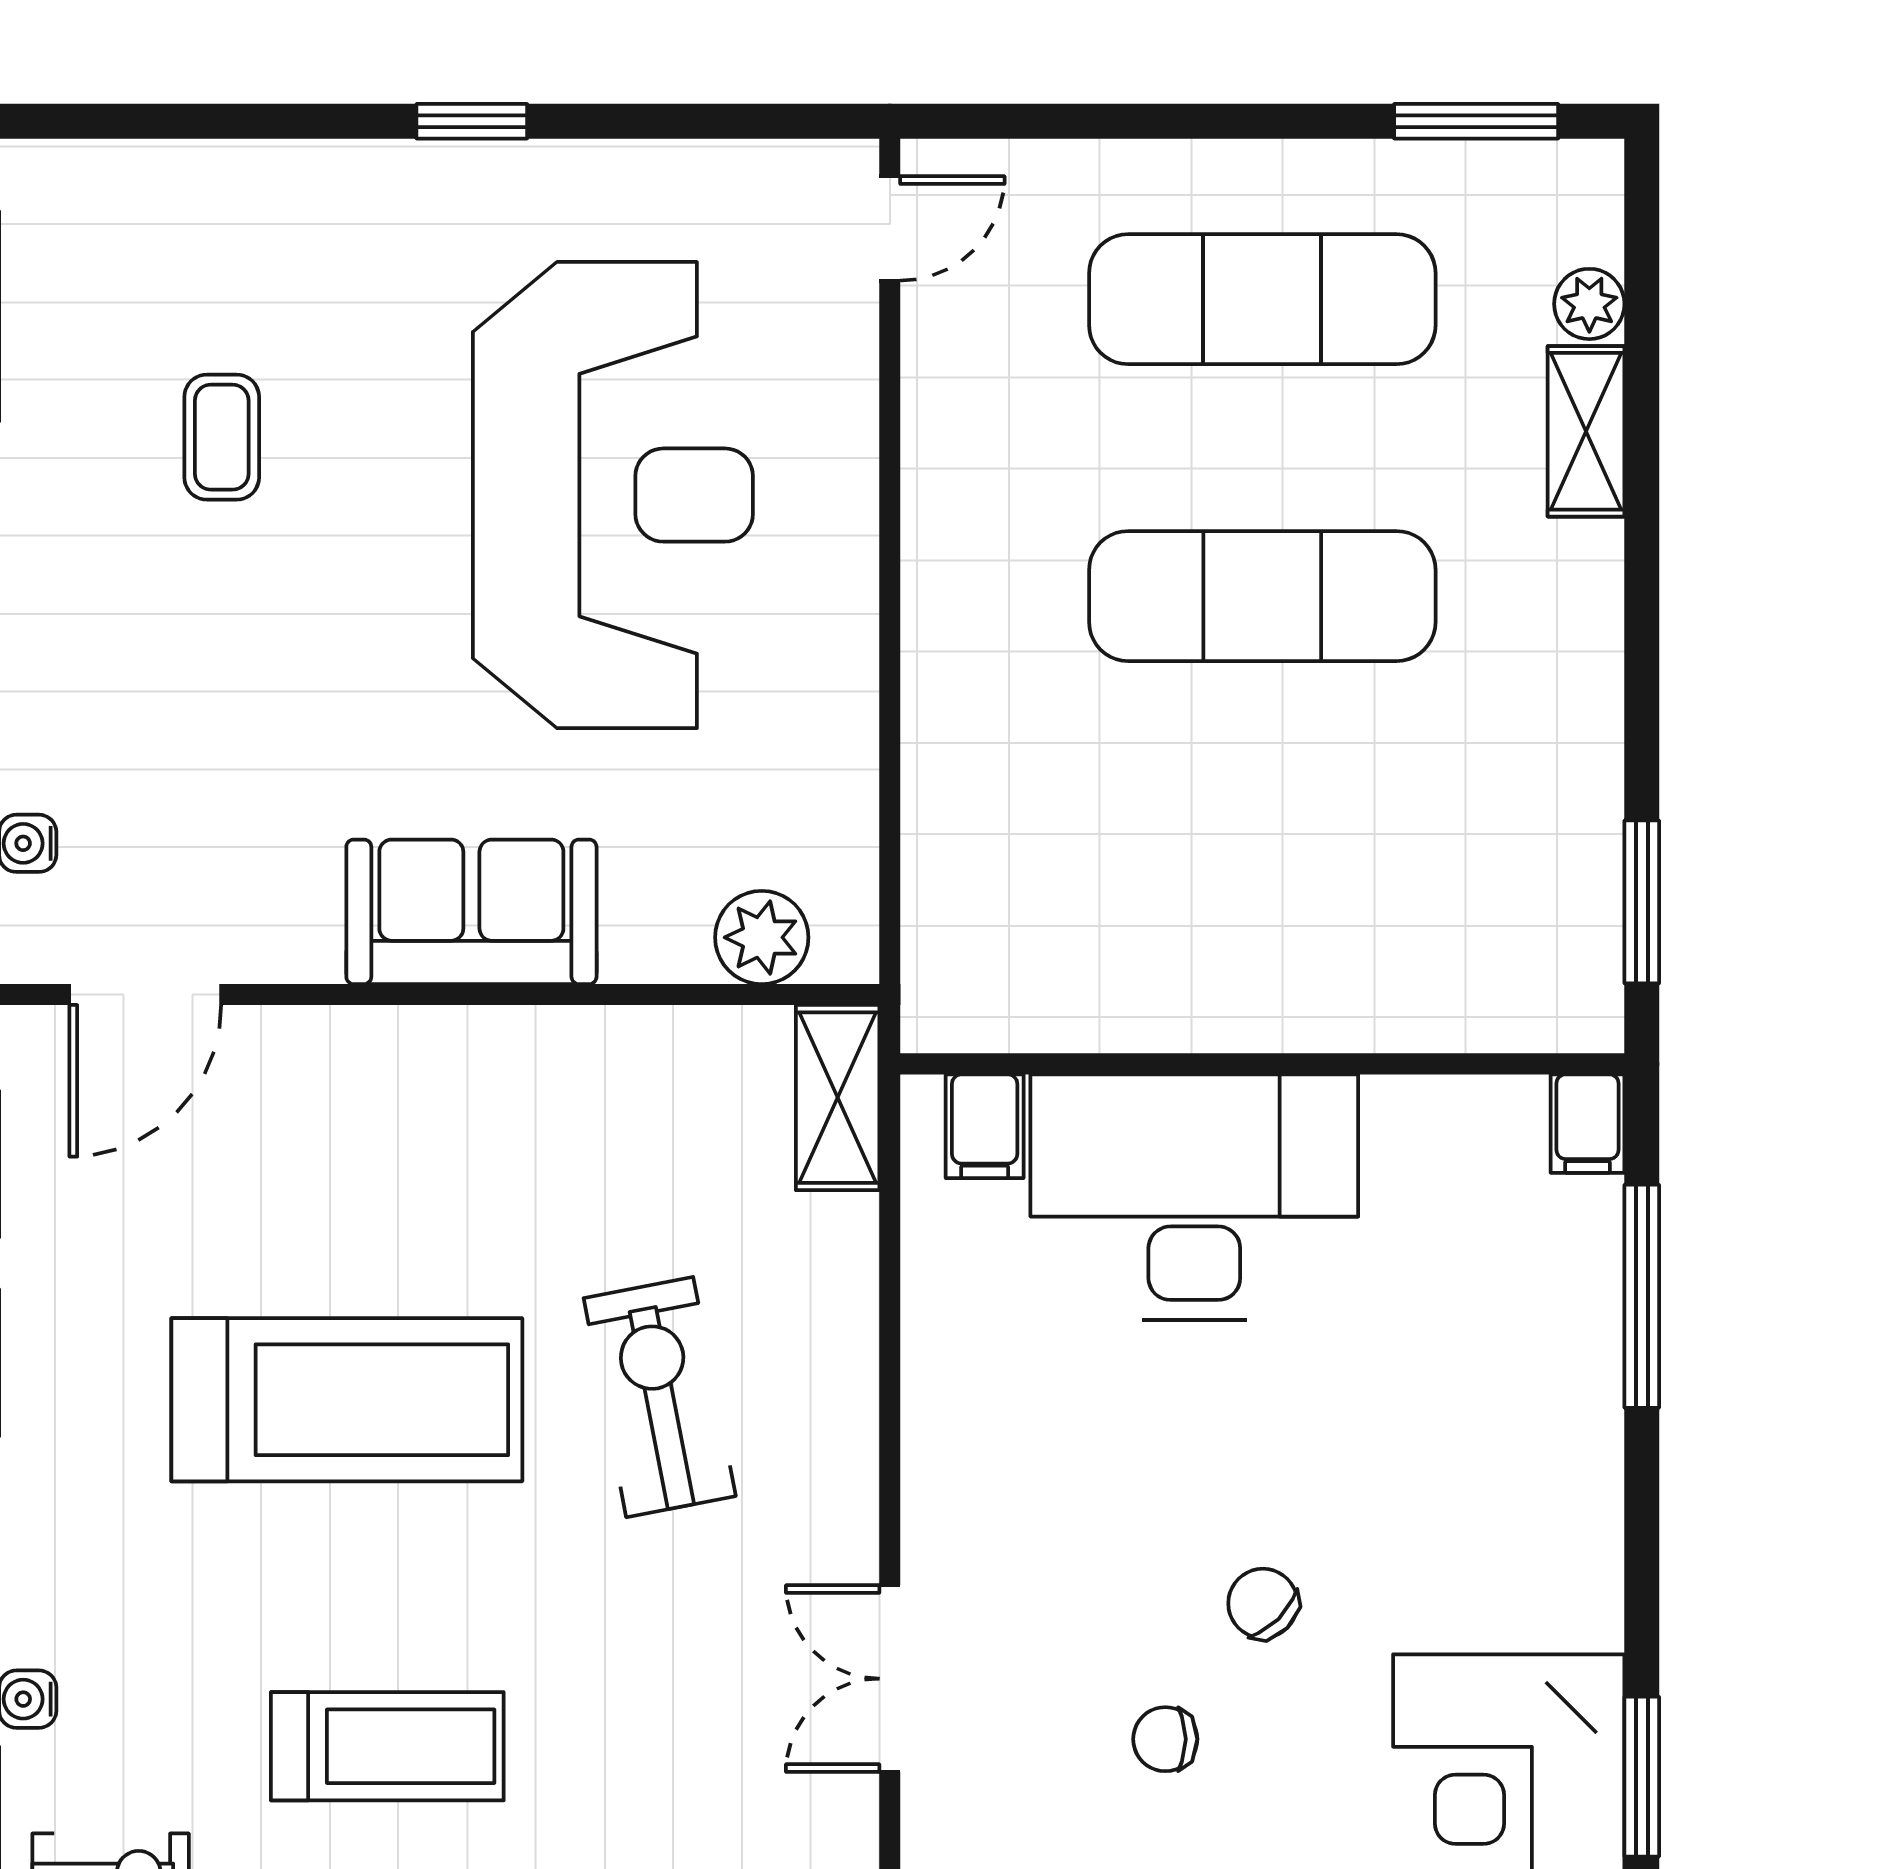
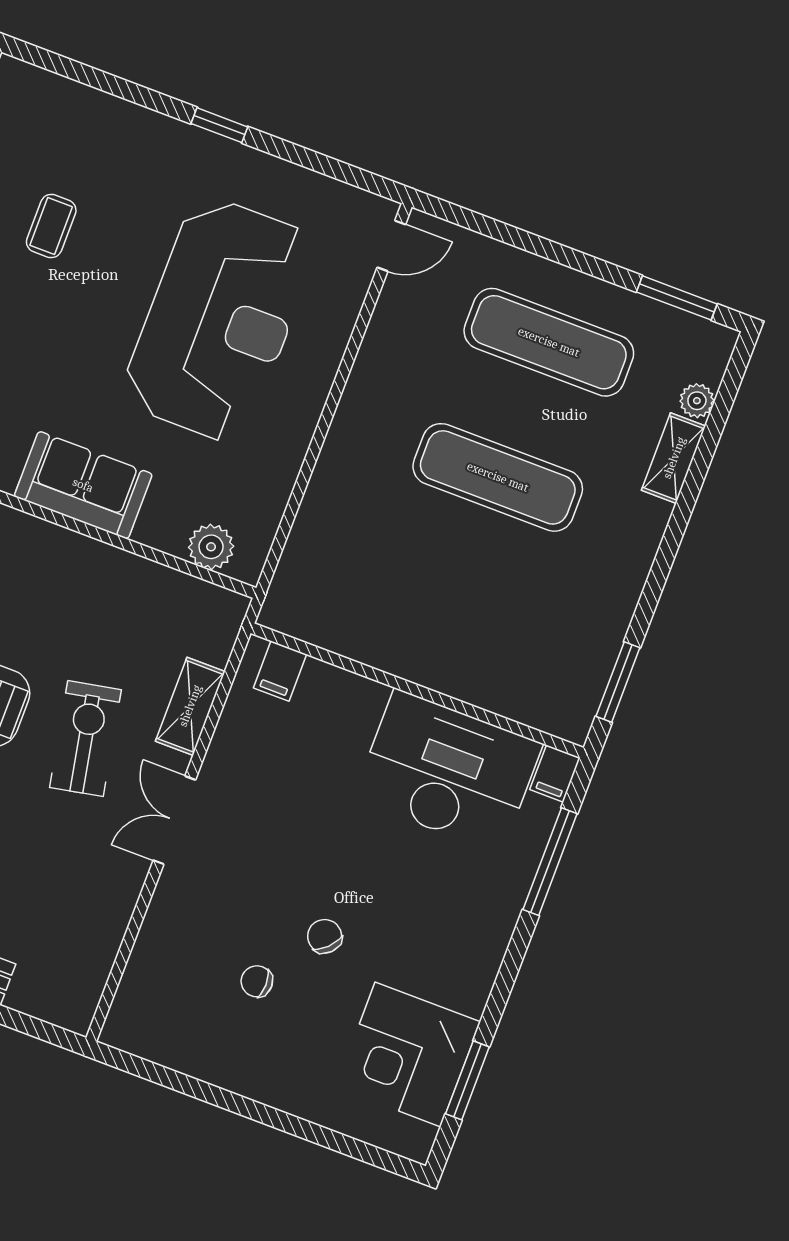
shelving: (838, 1098) -> (190, 706), moved
desk: (1194, 1197) -> (448, 771), moved
double door: (890, 1679) -> (174, 820), moved

